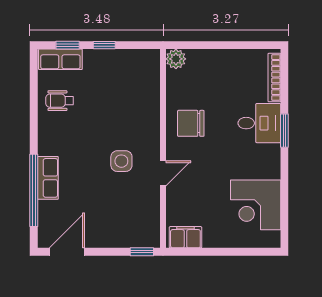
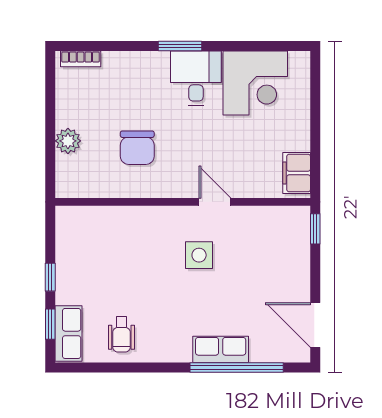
plant: (176, 59) -> (68, 141), moved
bookcase: (274, 78) -> (81, 59), width x0.64
chair: (191, 123) -> (137, 148), moved
desk: (259, 123) -> (196, 78), moved
window: (284, 131) -> (180, 46), moved

